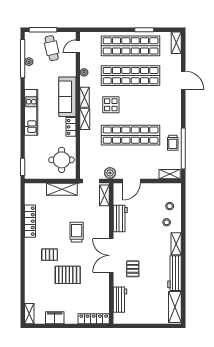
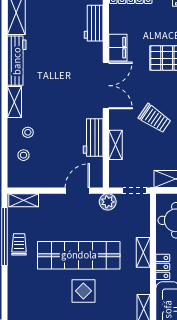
display table: (111, 105) -> (83, 291), moved
shelving: (85, 119) -> (143, 252), moved
shelving: (104, 195) -> (116, 145), moved
trolley: (77, 232) -> (155, 118), turned -56
pallet: (133, 269) -> (76, 67), removed
filing cabinet: (103, 282) -> (118, 48), added

